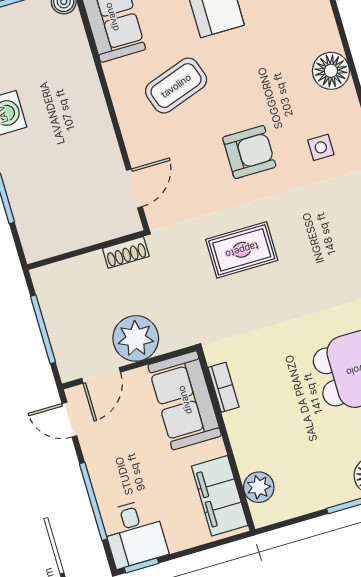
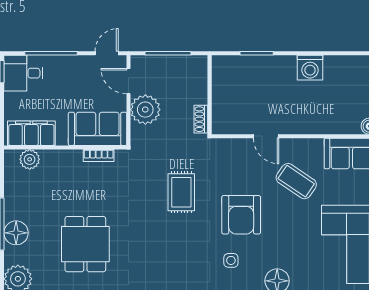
coffee table: (176, 86) -> (296, 181), turned -37
armchair: (249, 152) -> (241, 215), width x1.36, depth x1.36
door: (134, 188) -> (266, 136), moved

